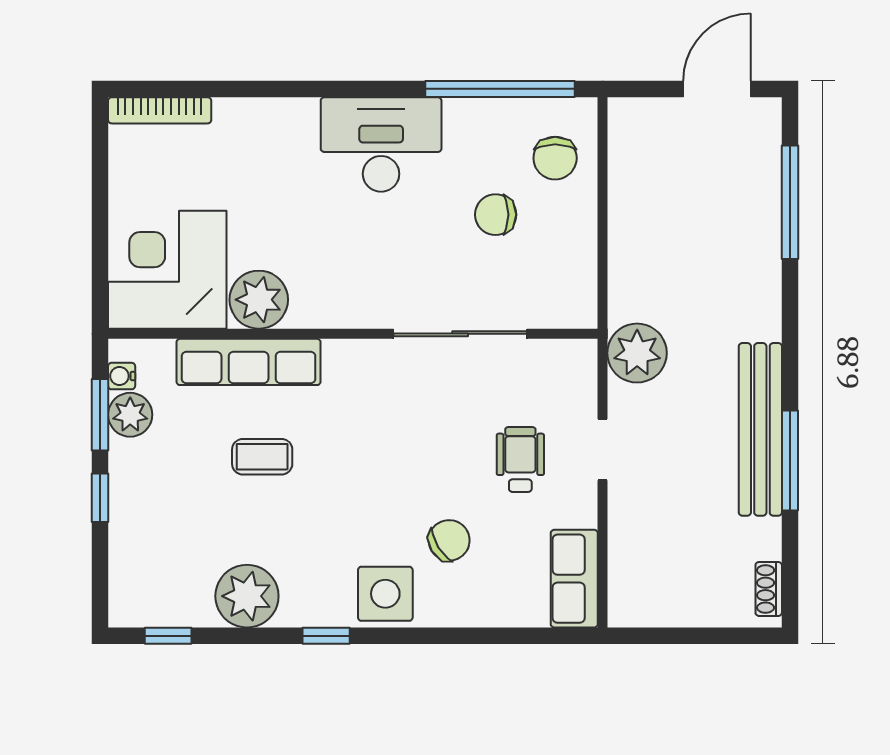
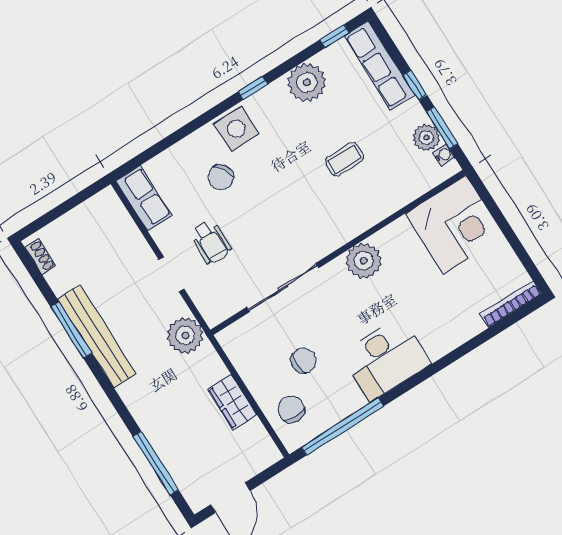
wardrobe: (630, 220) -> (232, 402), added
plant: (259, 300) -> (364, 261), moved
row of seats: (249, 362) -> (380, 65), moved, turned -90

